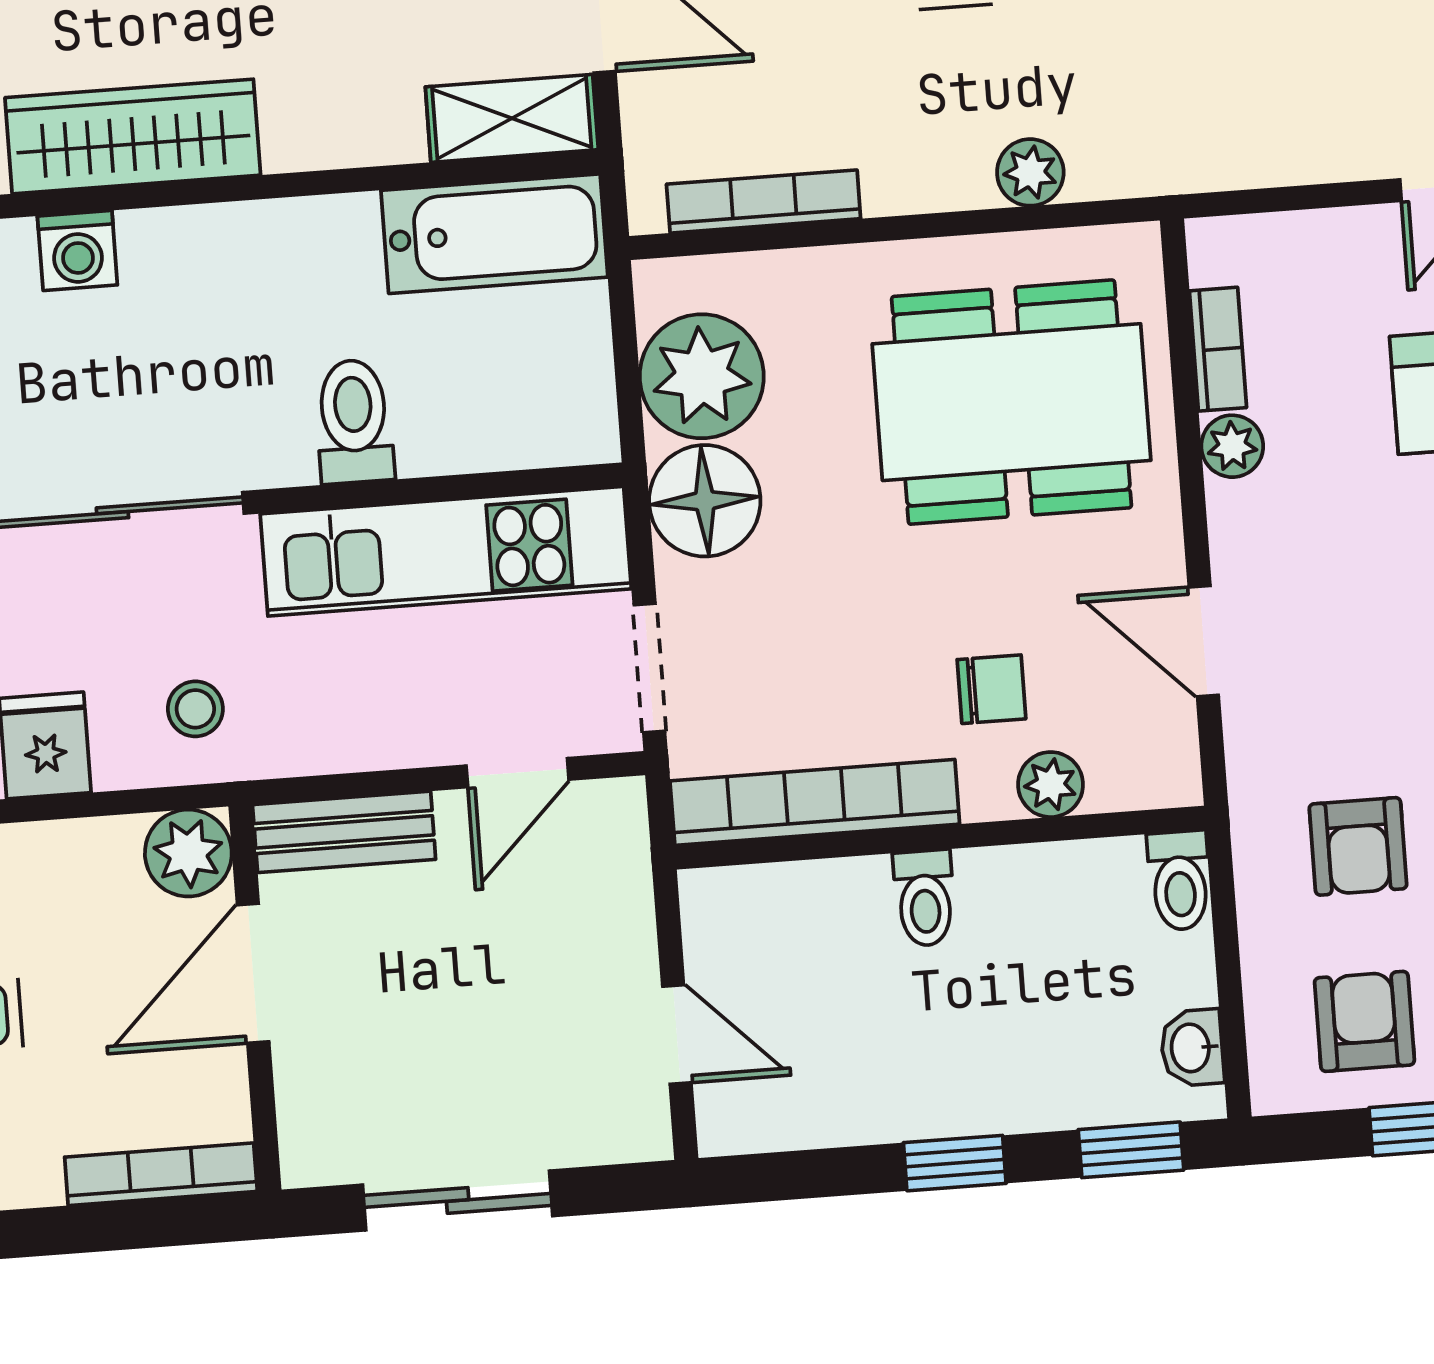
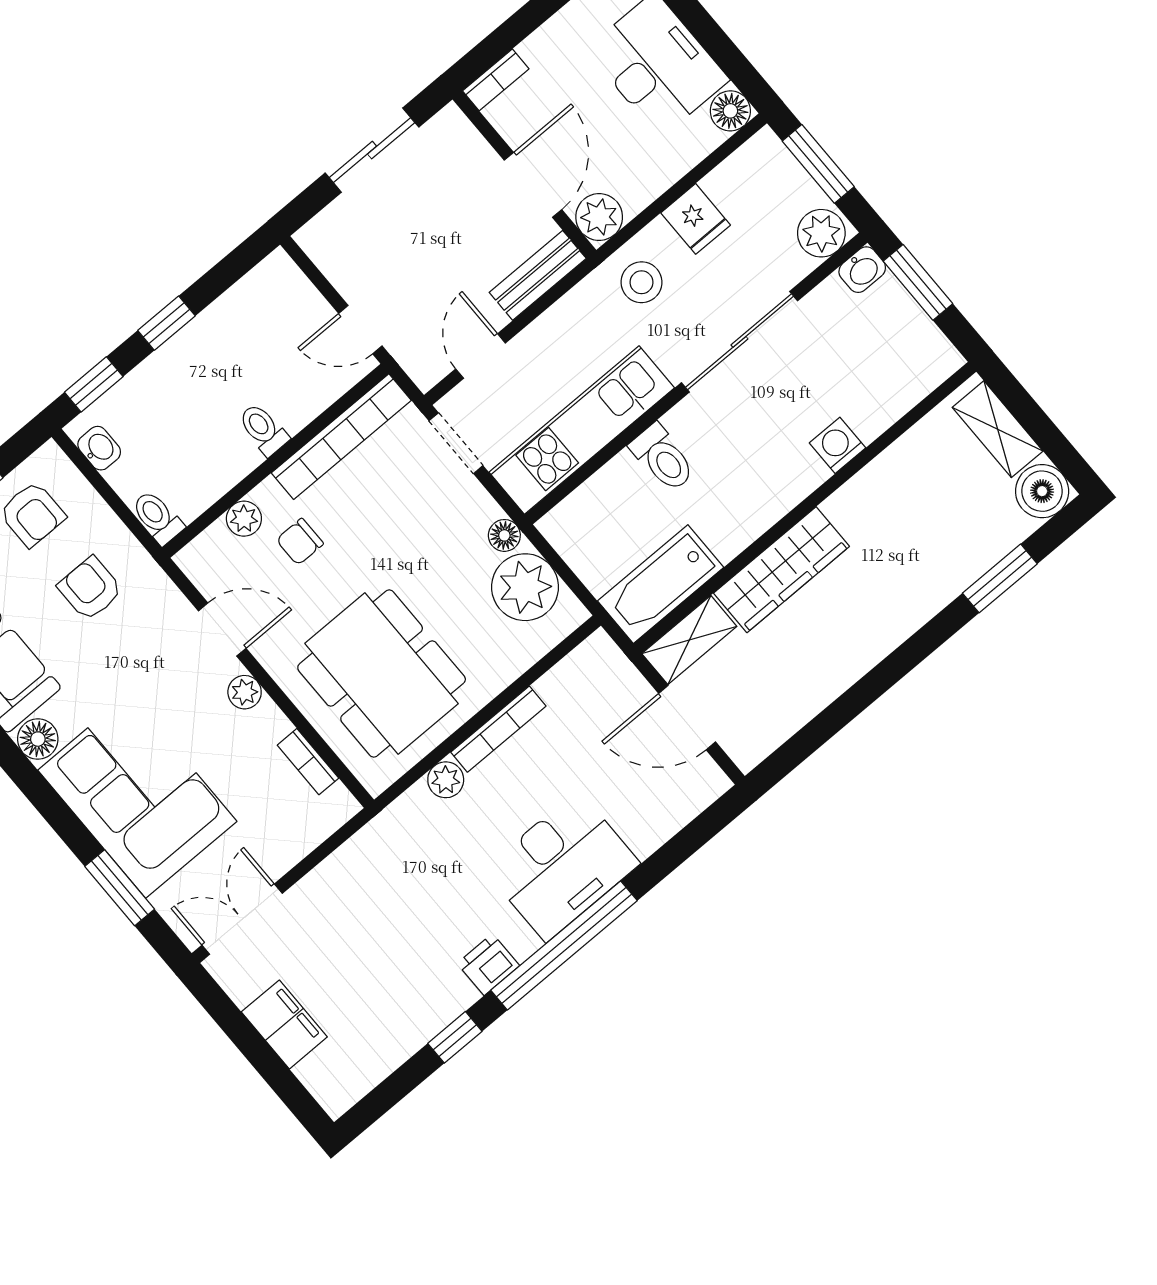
wardrobe: (133, 136) -> (782, 570), moved
bookcase: (764, 201) -> (498, 729), moved
dining table: (1012, 402) -> (382, 673), turned 90
plant: (1232, 446) -> (245, 692), moved
floor lamp: (705, 501) -> (504, 535), width x0.53, depth x0.53
stool: (195, 709) -> (642, 282), width x1.37, depth x1.37
door: (677, 1034) -> (360, 330), moved
bookcase: (161, 1174) -> (496, 80), width x0.64

